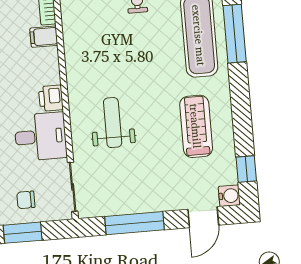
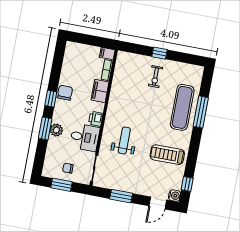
filing cabinet: (44, 37) -> (100, 91), width x2.00
treadmill: (196, 126) -> (167, 155), turned -90
window: (135, 223) -> (121, 196), width x0.69

